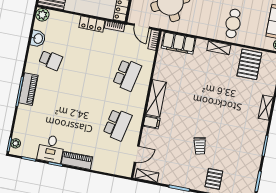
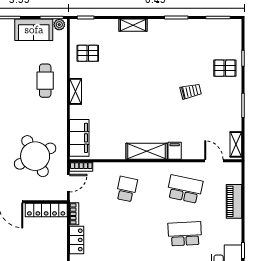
cafe table: (233, 23) -> (45, 81), turned 90
pallet: (249, 64) -> (88, 53), width x0.67, depth x0.71
school desk: (127, 75) -> (127, 189), width x0.54
school desk: (79, 117) -> (185, 234), added
piano: (77, 160) -> (234, 201), moved

